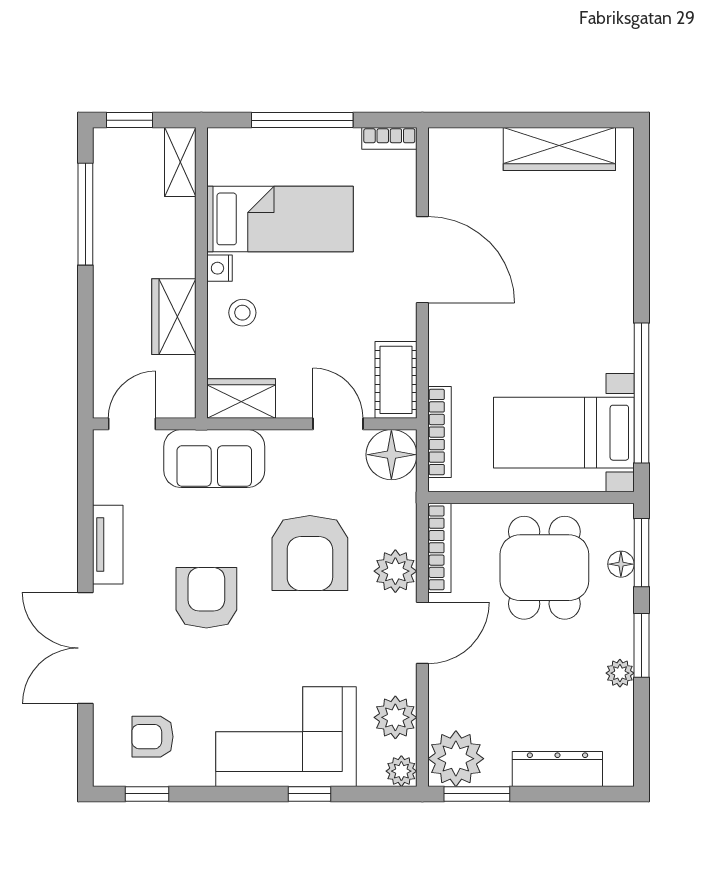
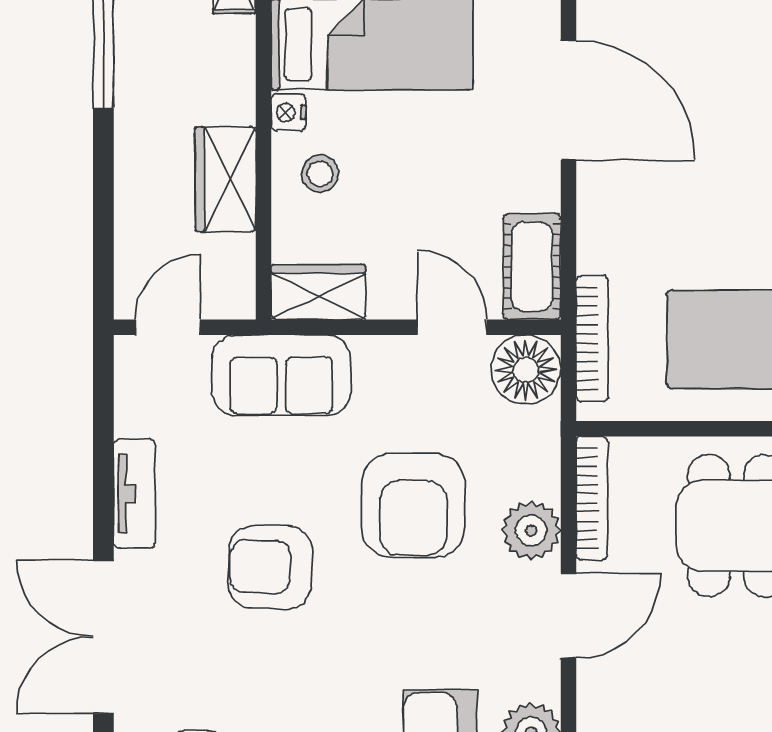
armchair: (206, 598) -> (270, 567), turned -88

